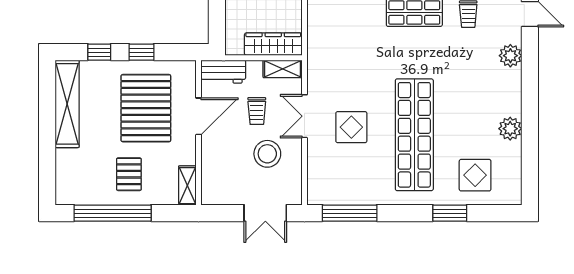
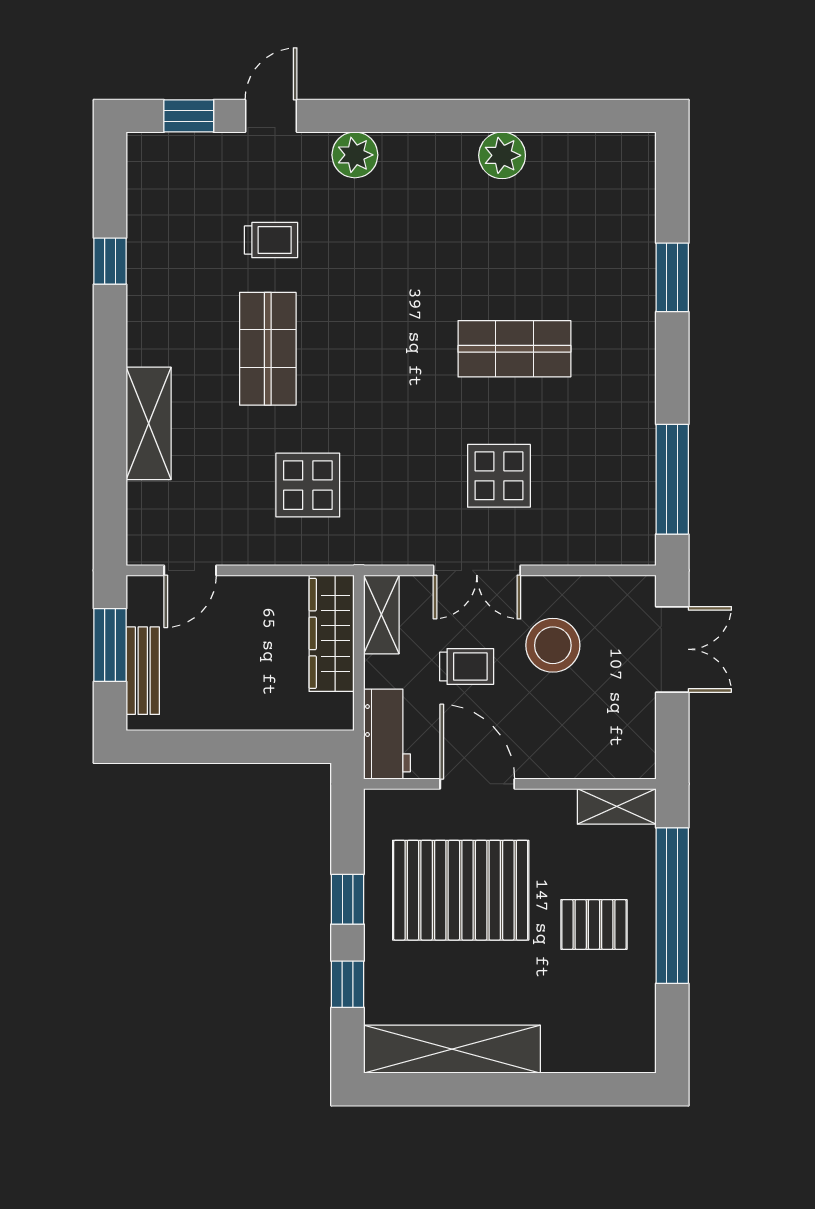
shop shelf: (414, 135) -> (514, 349), width x0.50, depth x0.74
display table: (475, 175) -> (308, 485), moved
window: (113, 213) -> (672, 906), moved

